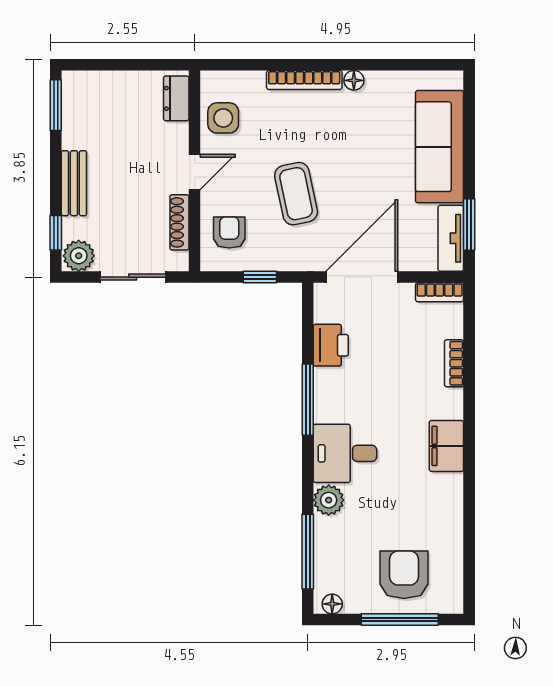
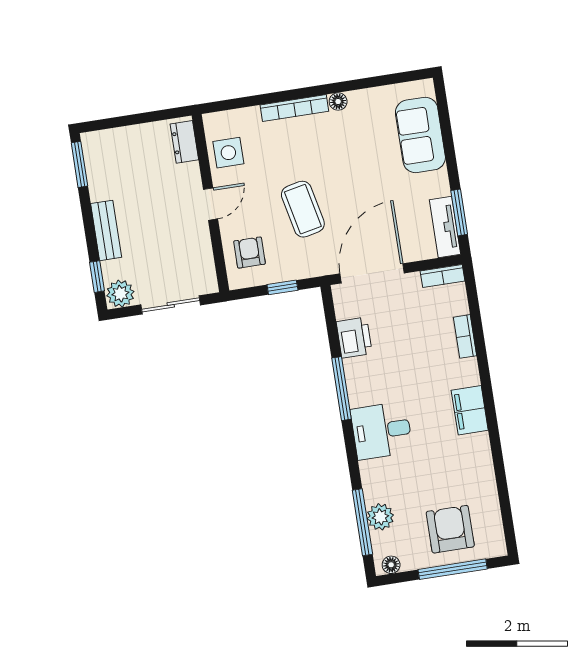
sofa: (440, 147) -> (420, 135), width x0.73
shoe rack: (179, 222) -> (204, 250), removed
plant: (329, 500) -> (380, 517), moved

